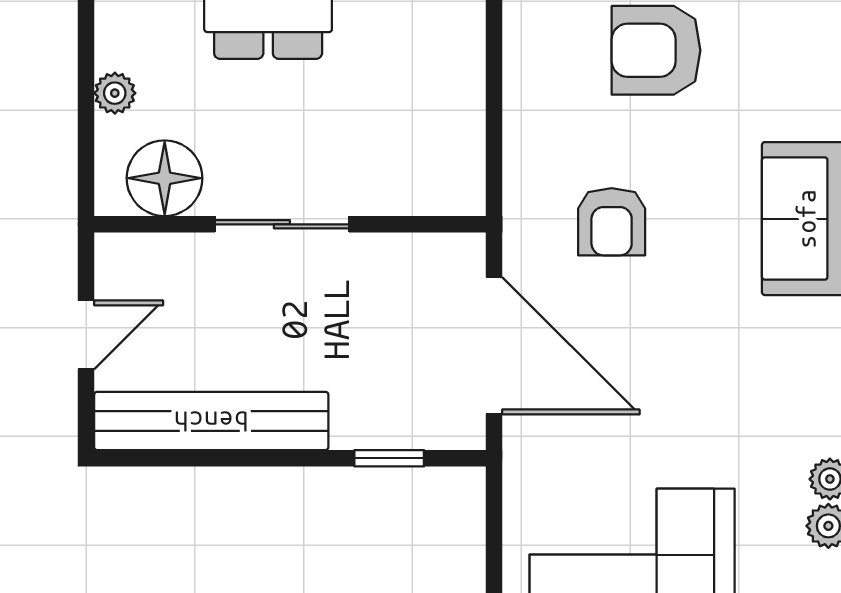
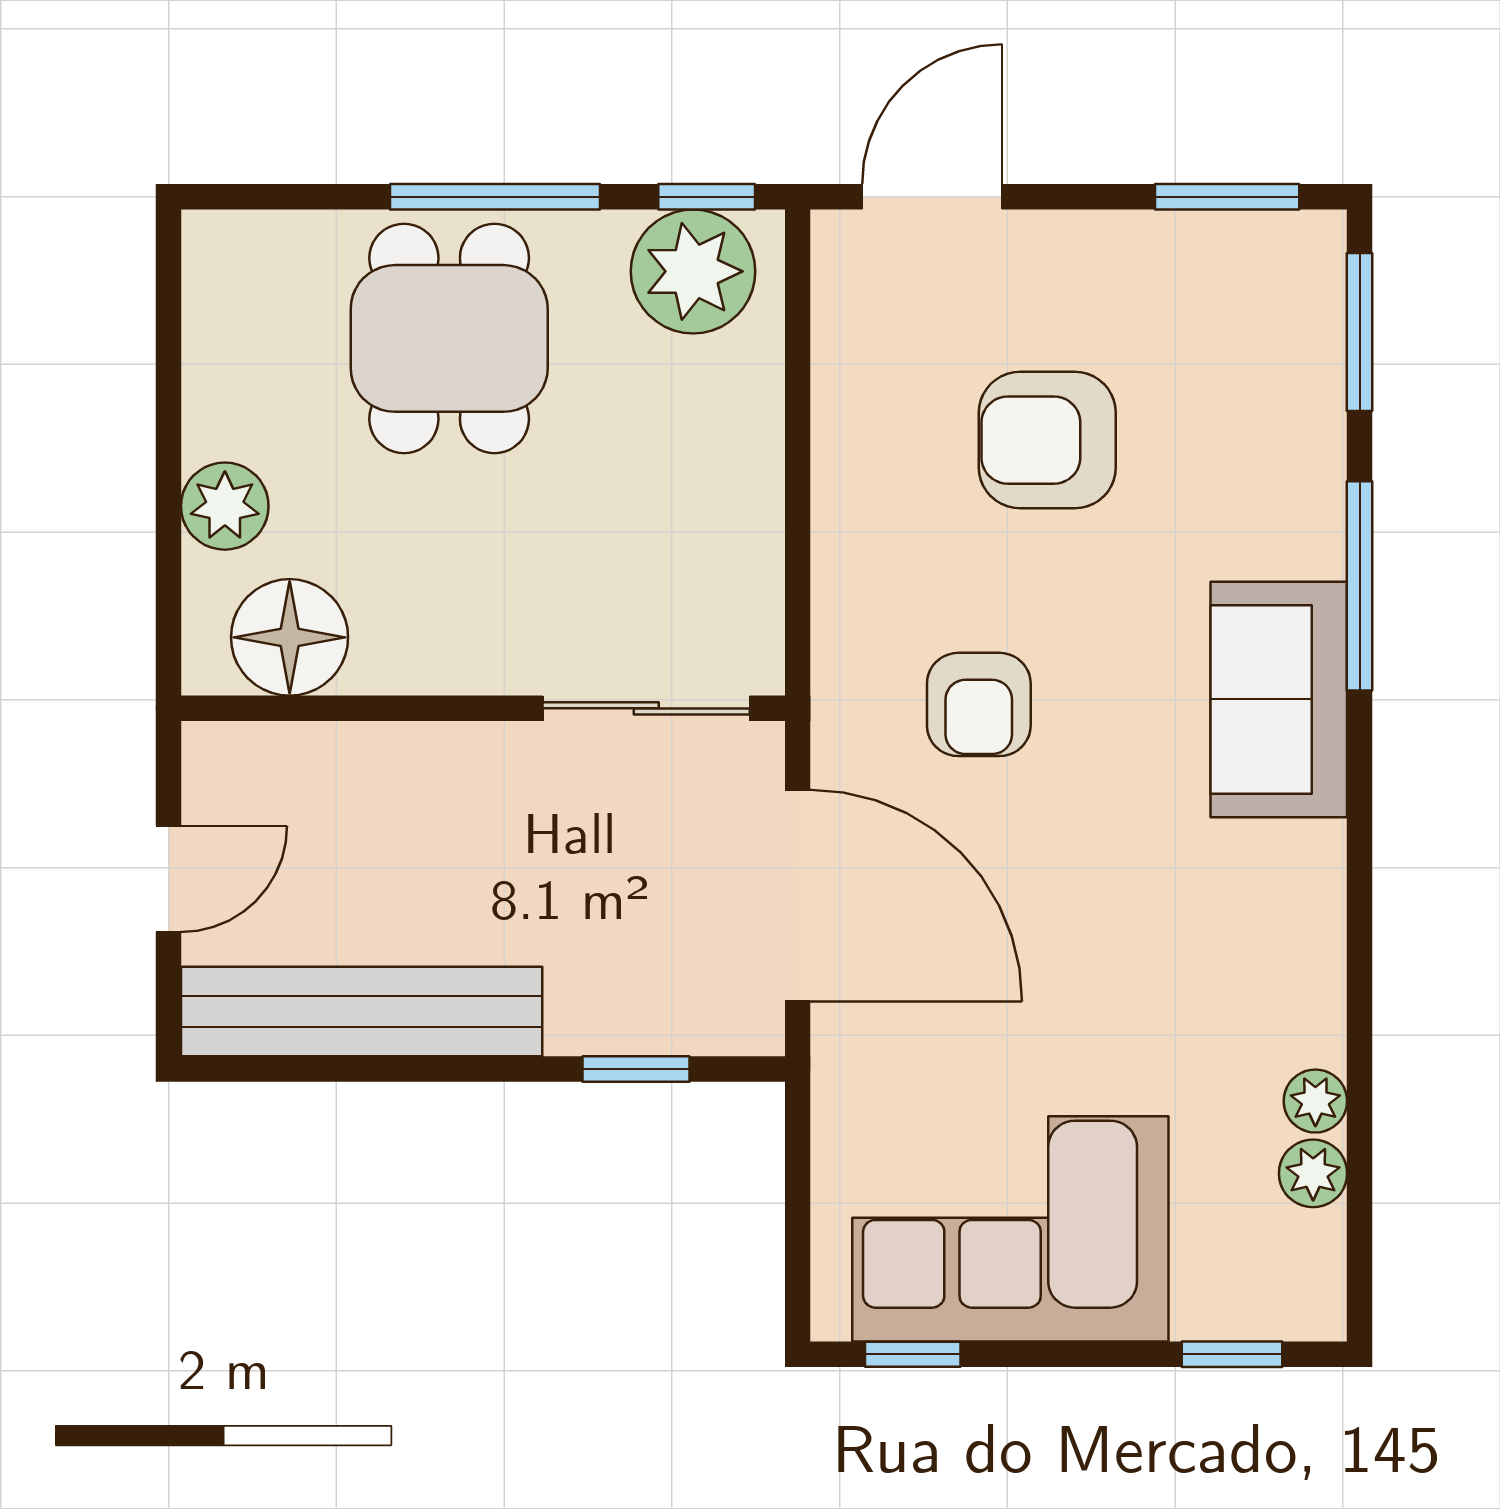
plant: (115, 93) -> (225, 506), width x1.38, depth x1.38
sliding door: (282, 224) -> (646, 708), moved

